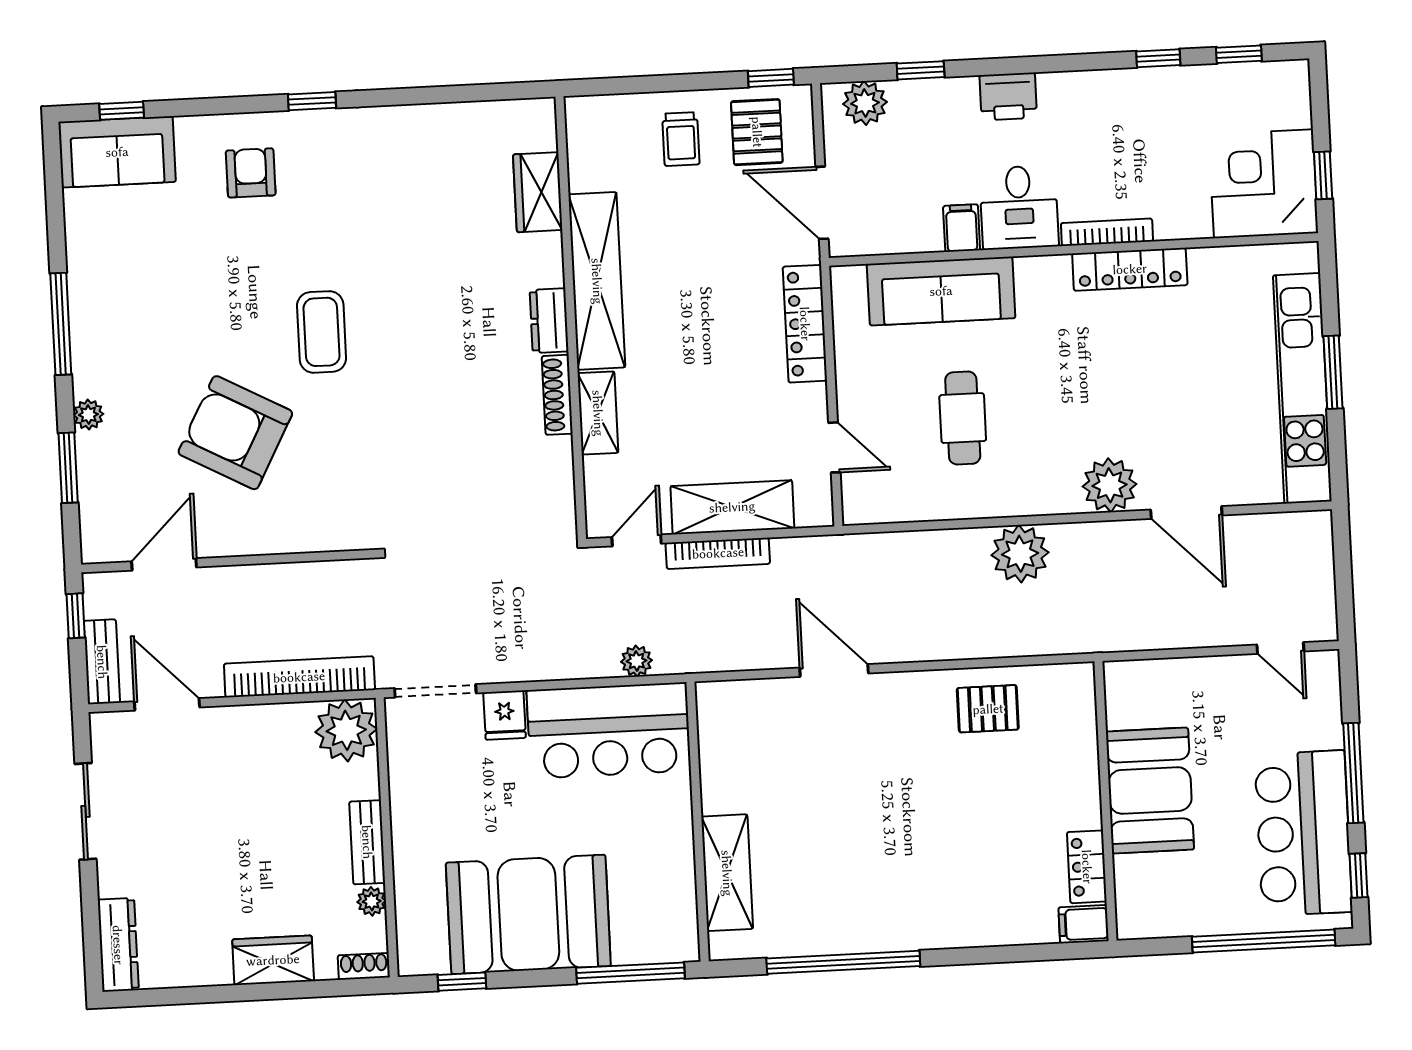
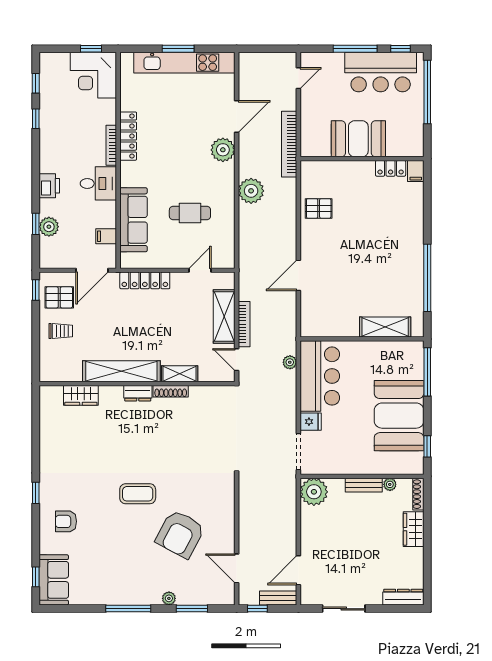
plant: (865, 103) -> (49, 227), moved
filing cabinet: (962, 228) -> (106, 236), moved
bookcase: (299, 677) -> (289, 144), moved
pallet: (988, 709) -> (319, 208), turned 90
shoe rack: (364, 966) -> (418, 494), width x1.43

